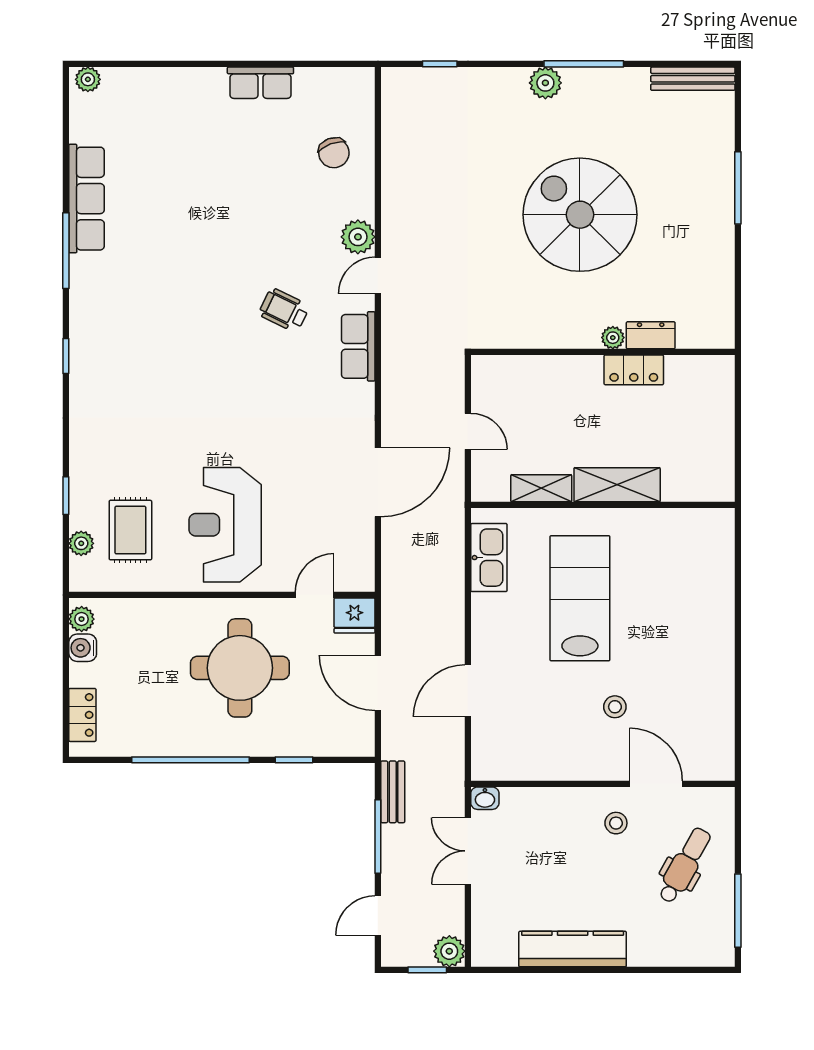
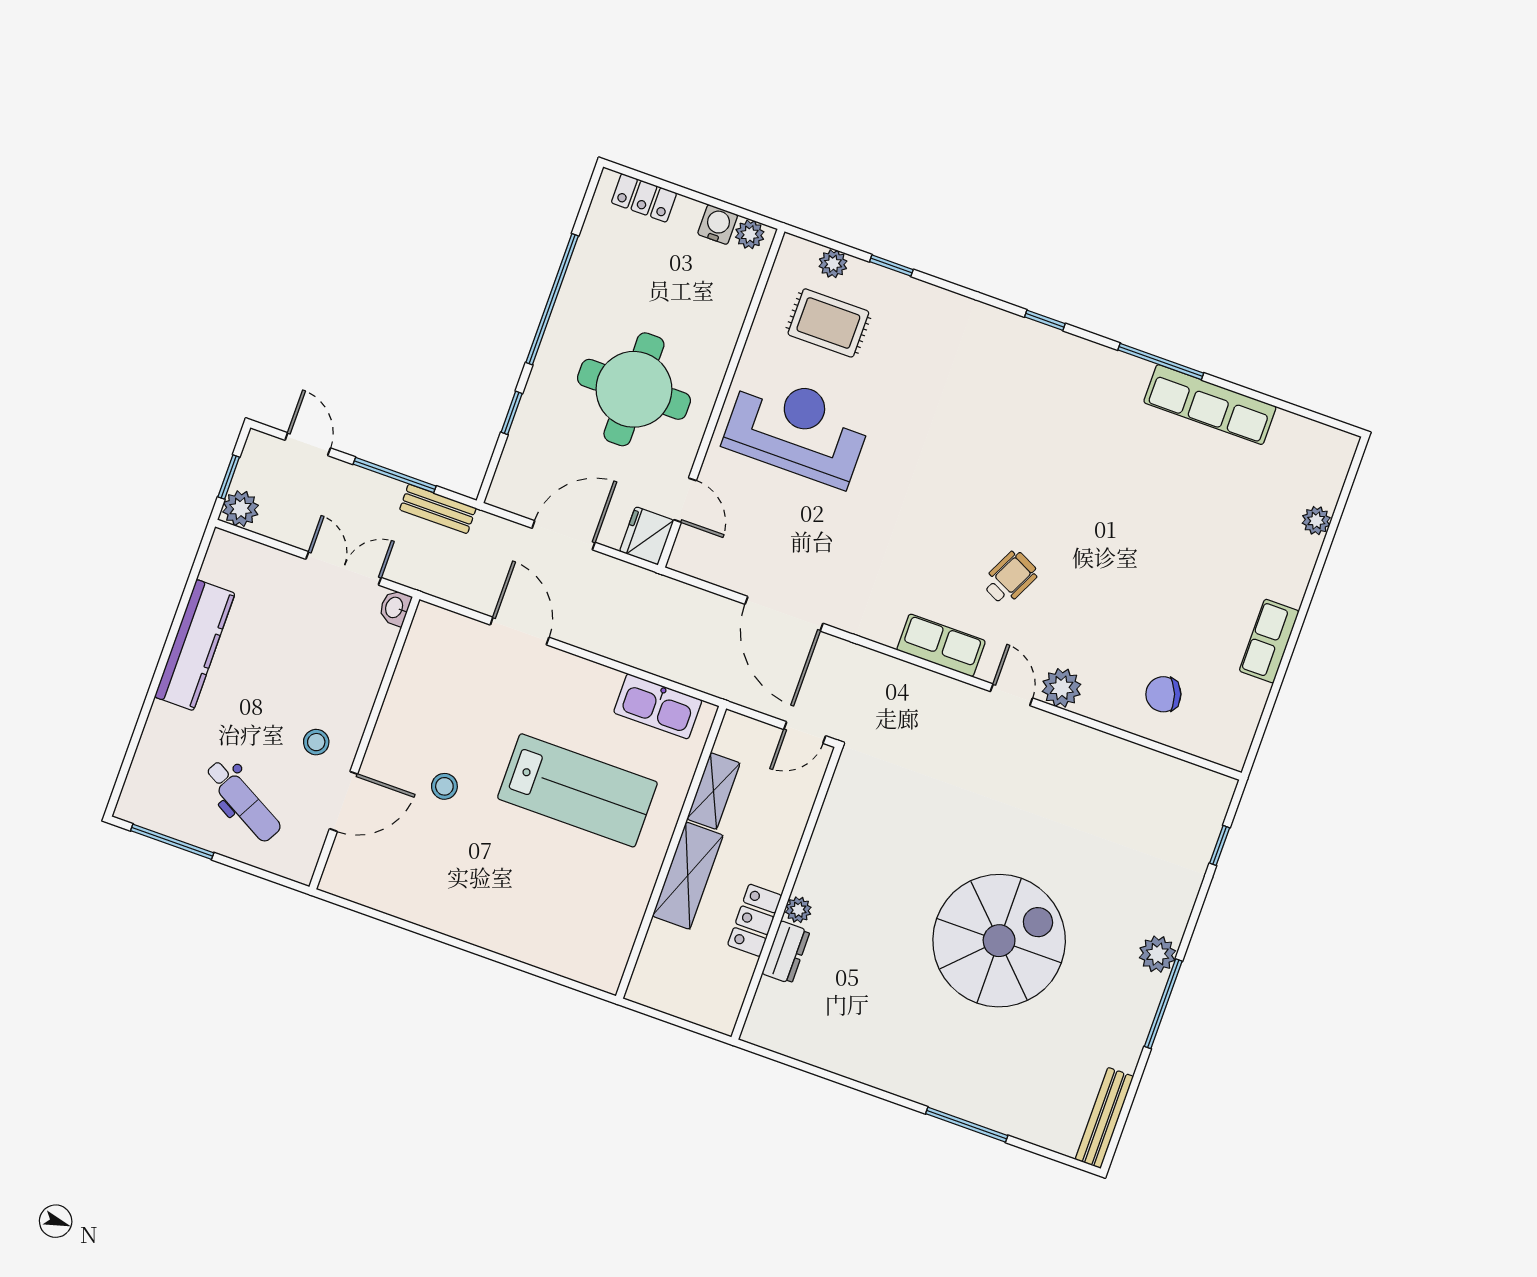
plant: (88, 79) -> (1316, 521), moved
dresser: (651, 335) -> (786, 952), moved
plant: (613, 338) -> (798, 910), moved
wall: (603, 352) -> (786, 893), moved
locker: (634, 370) -> (755, 920), moved

